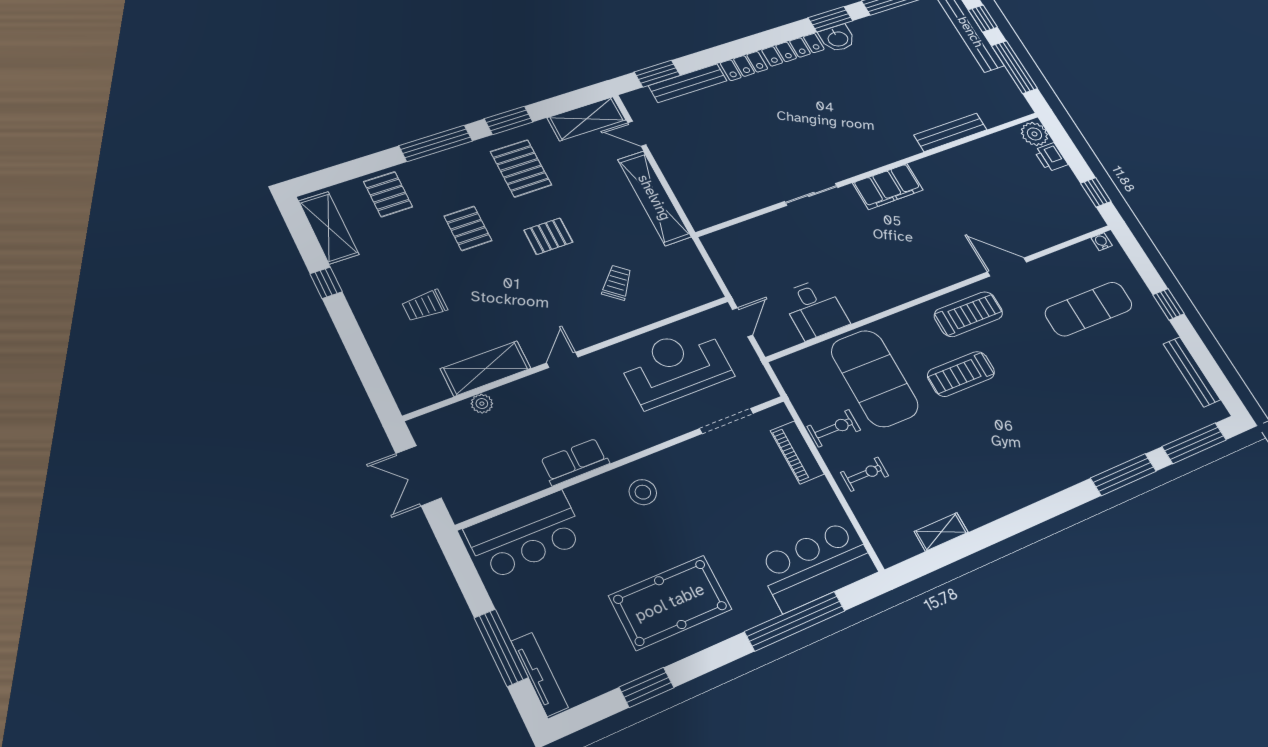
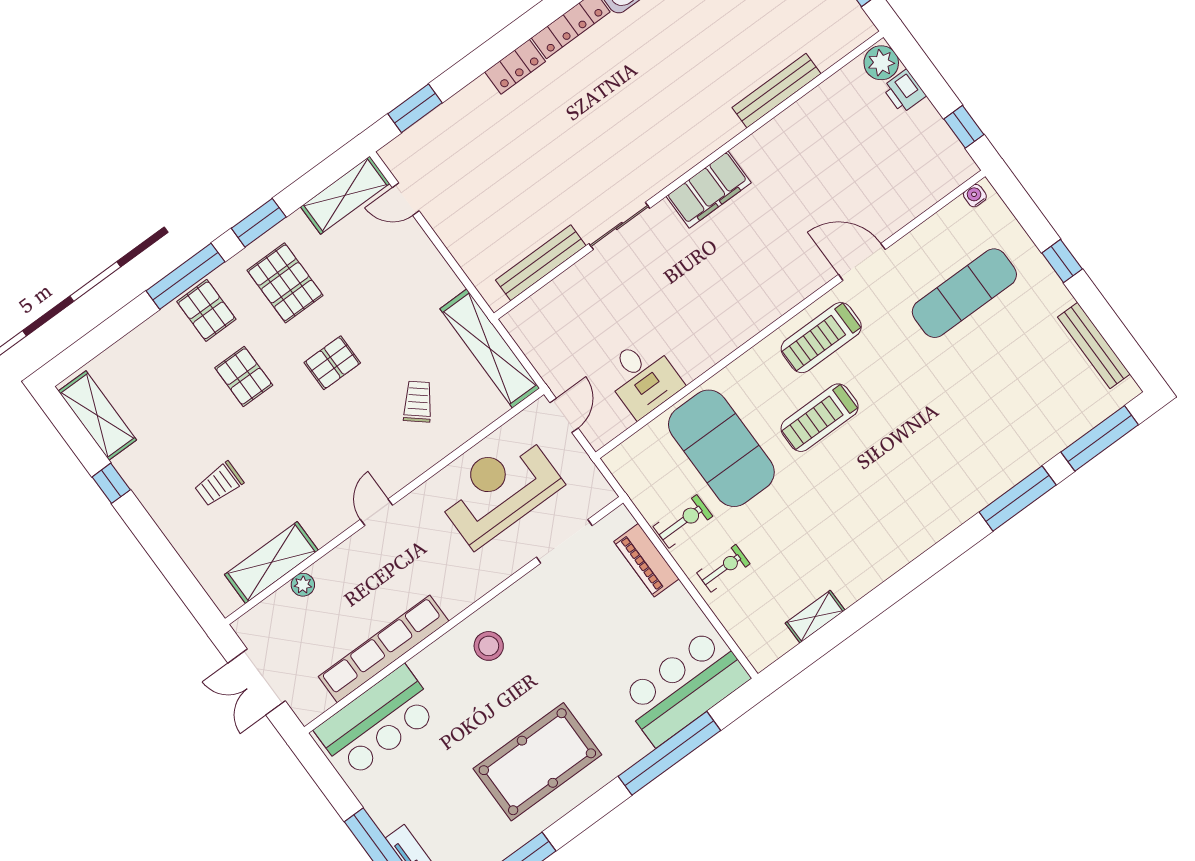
bench: (688, 83) -> (541, 263), moved
pallet: (388, 194) -> (206, 310), moved
shelving: (654, 198) -> (490, 348), moved
treadmill: (968, 314) -> (821, 338), turned 180
shelving: (486, 368) -> (271, 562), moved
row of seats: (575, 462) -> (384, 649), width x2.02

